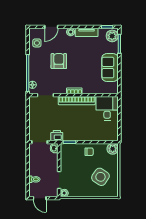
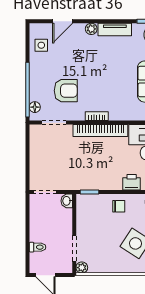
armchair: (59, 61) -> (66, 91), moved, turned 90
printer: (57, 136) -> (132, 182), moved

